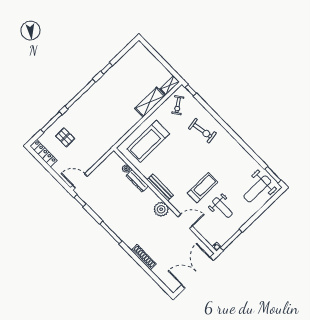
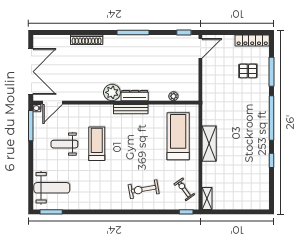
shelving: (150, 102) -> (209, 144), moved
dresser: (137, 181) -> (135, 96), moved
treadmill: (203, 188) -> (97, 144), turned 180
weight bench: (257, 189) -> (52, 188), turned 90
door: (185, 221) -> (53, 103), moved

